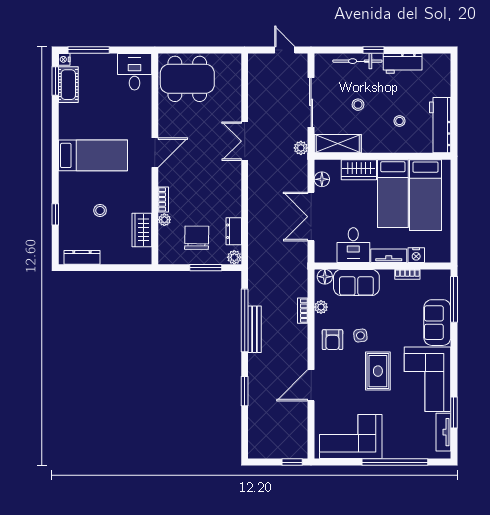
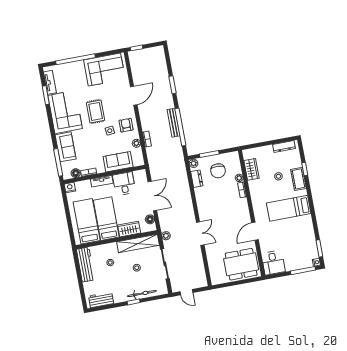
workbench: (403, 63) -> (101, 300), moved
cot: (68, 85) -> (298, 179), moved
shelving: (338, 144) -> (138, 243), width x1.47
door: (155, 153) -> (255, 231), moved
nightstand: (416, 255) -> (70, 188), moved
floor lamp: (325, 277) -> (76, 173), moved

